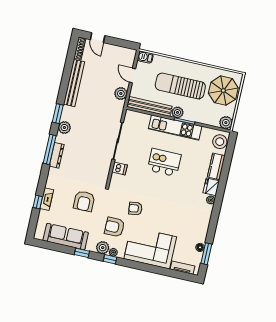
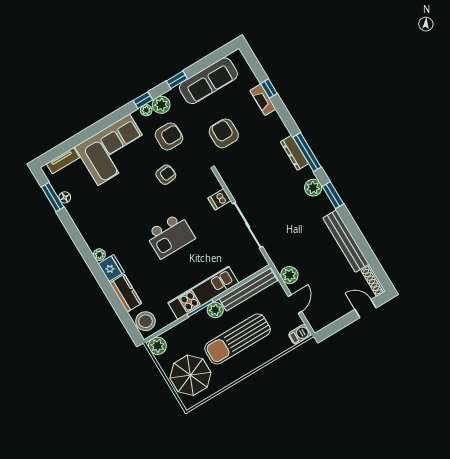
door: (132, 76) -> (295, 304), hinge flipped
sun lounger: (180, 86) -> (237, 339), turned 180
kitchen island: (164, 162) -> (170, 236), moved

